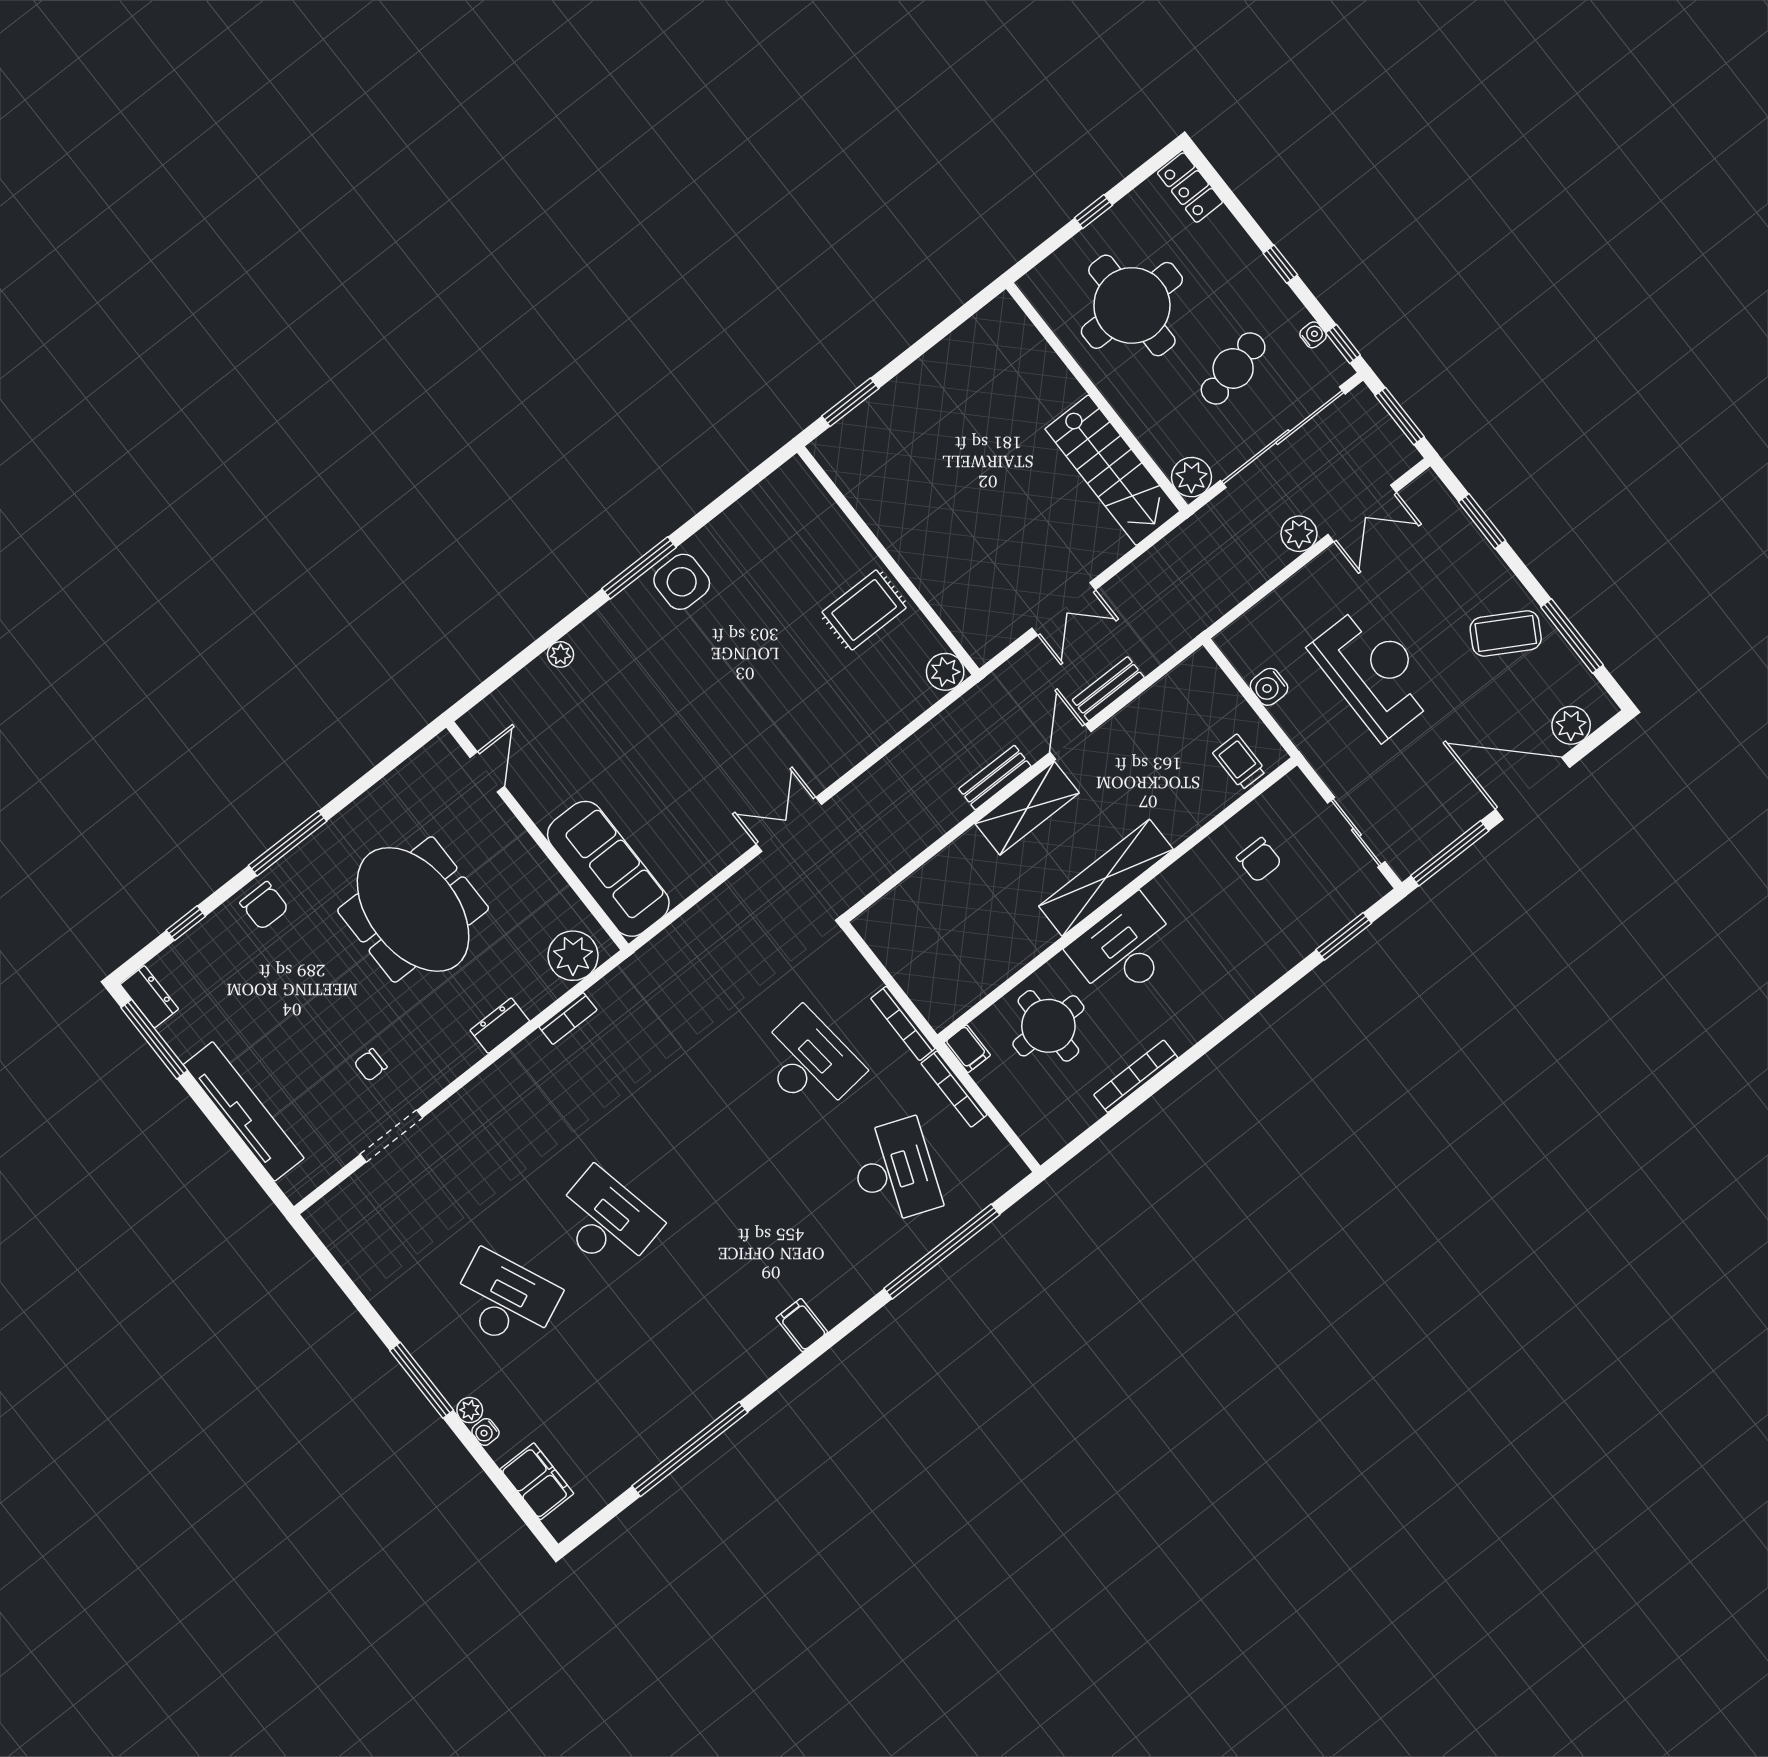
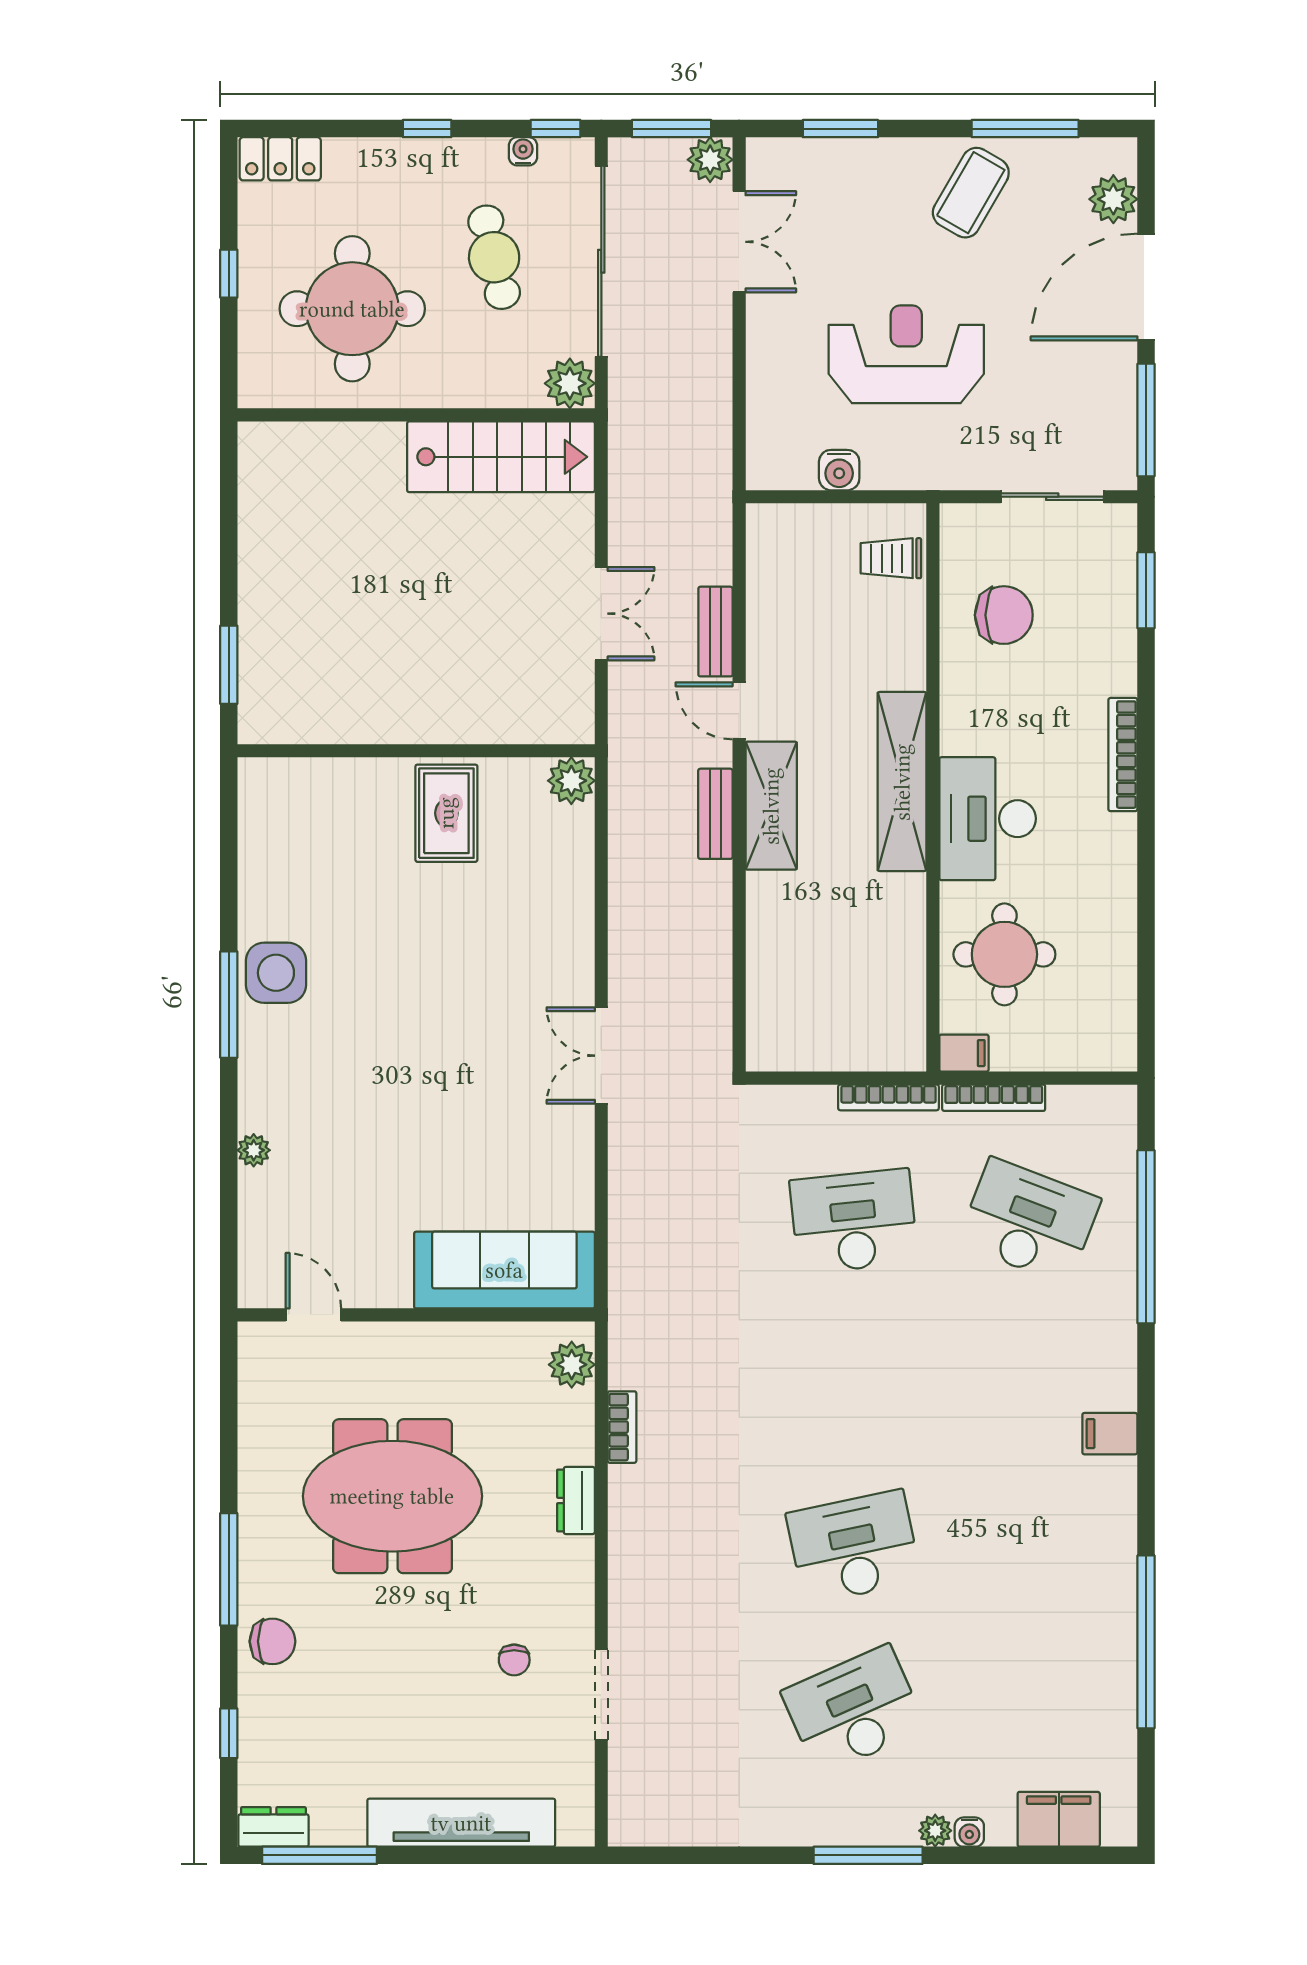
plant: (1299, 534) -> (710, 160), moved
chair: (1259, 860) -> (1004, 615), width x1.37, depth x1.37
plant: (573, 956) -> (572, 1365), width x0.73, depth x0.73
bookcase: (1136, 1076) -> (1123, 755), moved

